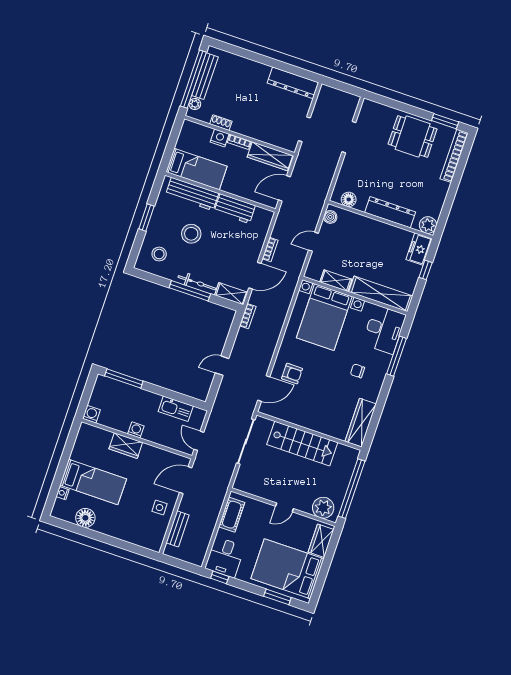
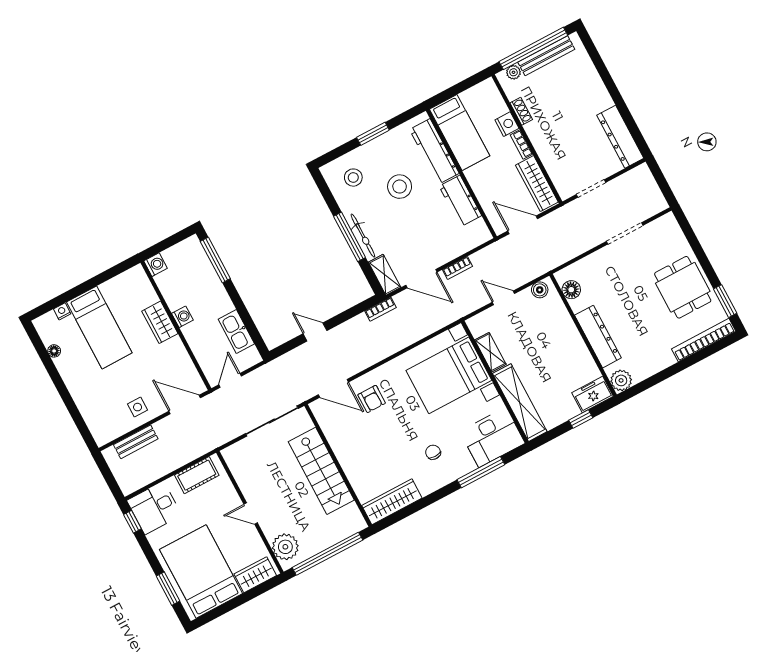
floor lamp: (85, 518) -> (54, 351), width x0.53, depth x0.53

